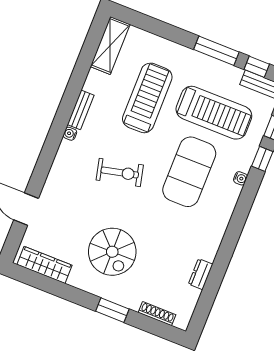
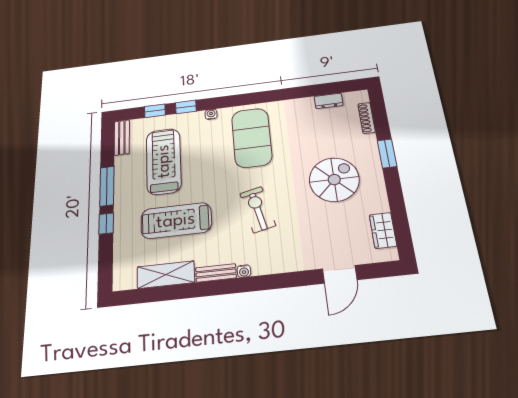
shelving: (110, 45) -> (166, 275), moved
window: (257, 67) -> (106, 224), moved
exercise mat: (189, 172) -> (252, 138), moved, turned 90
wardrobe: (45, 265) -> (383, 230), width x0.67
dresser: (201, 274) -> (329, 101), moved

